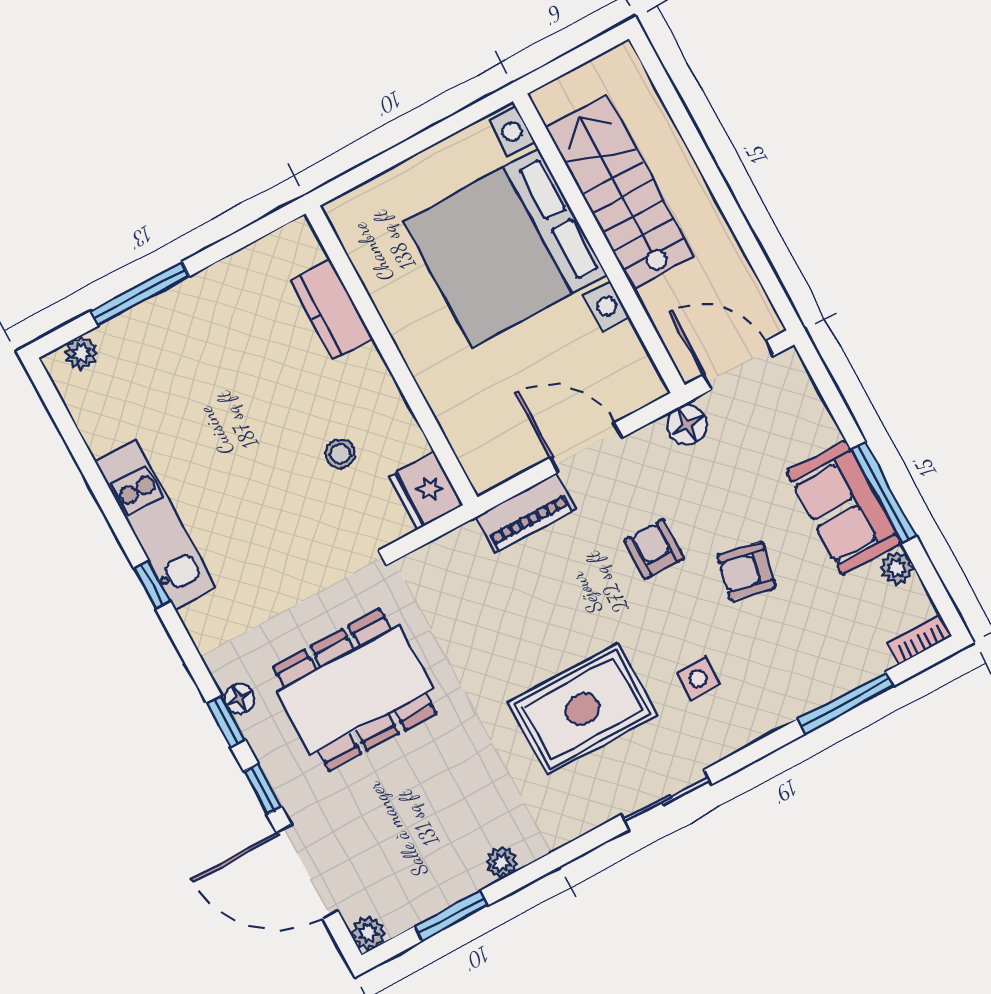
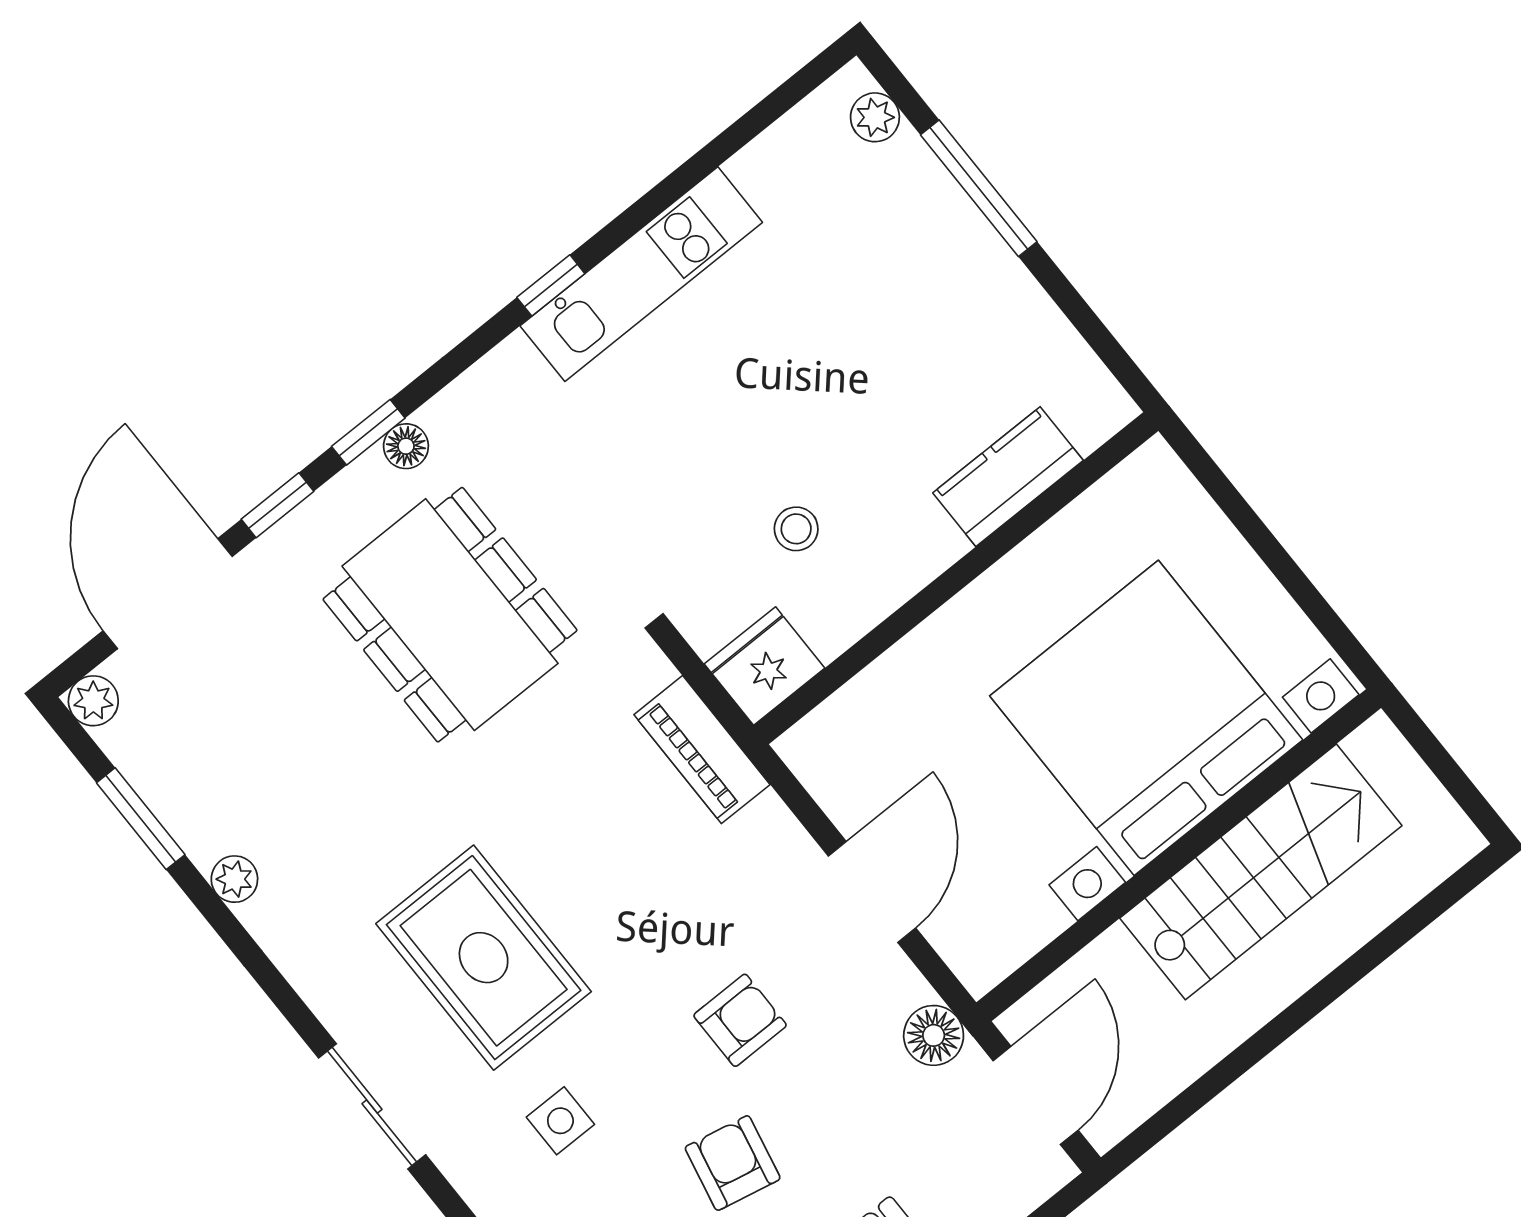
piano: (526, 513) -> (702, 750), moved

